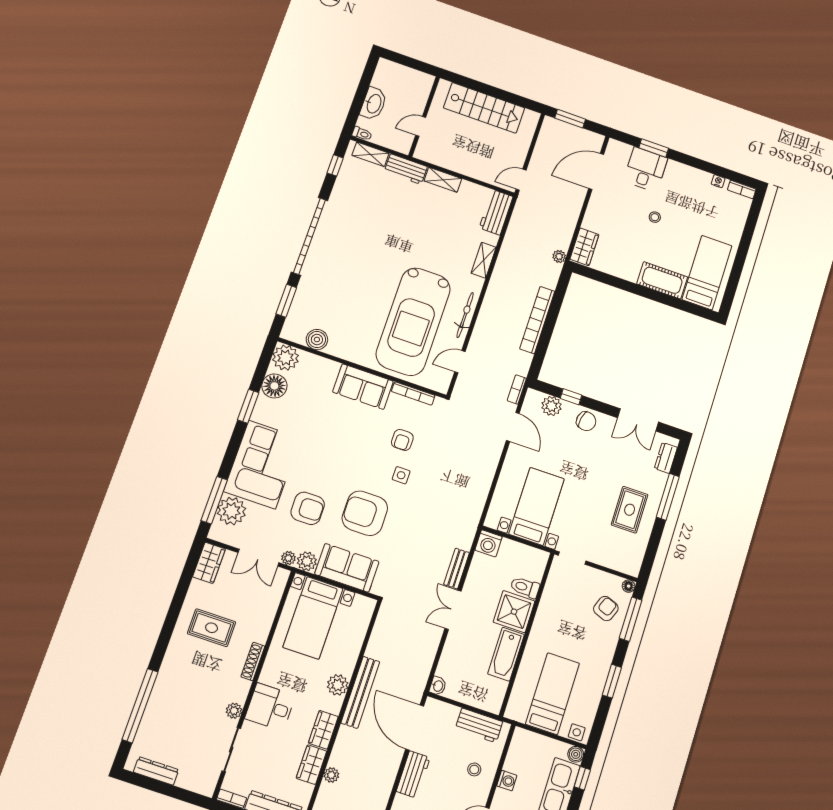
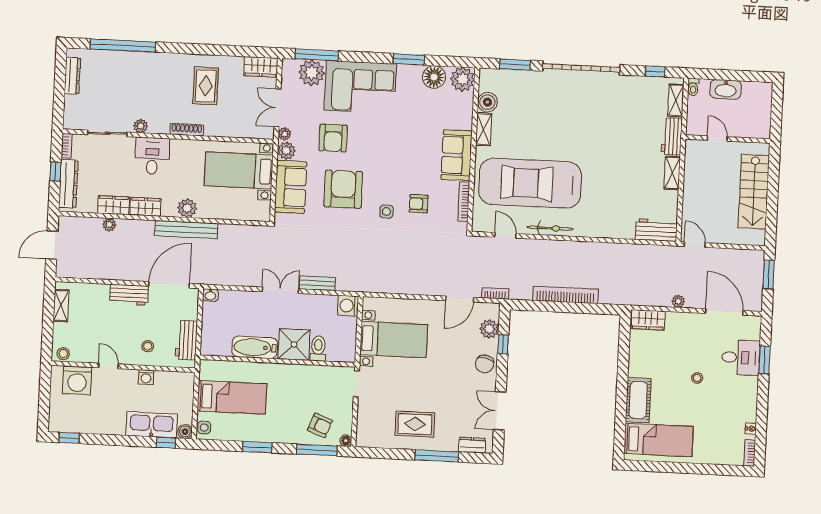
plant: (559, 256) -> (678, 301), moved
shelving: (484, 260) -> (484, 129), moved, turned 90

